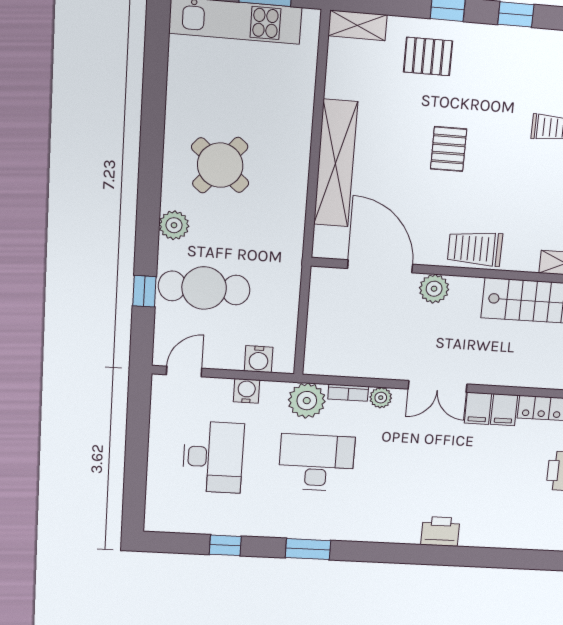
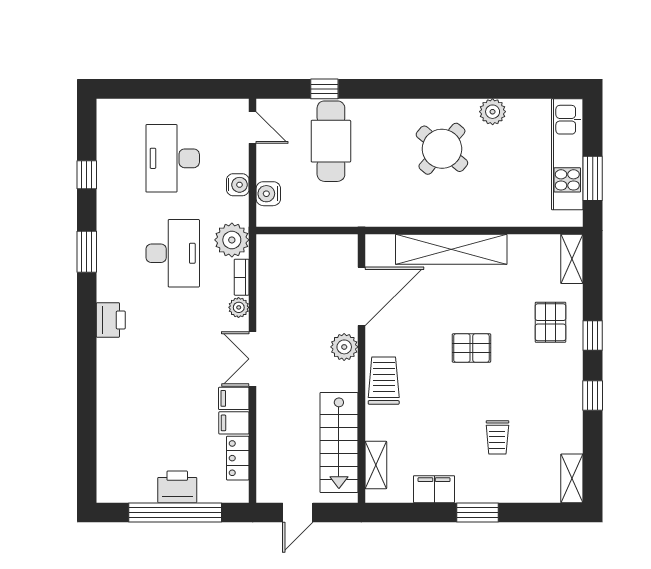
plant: (174, 225) -> (493, 112), moved
desk: (213, 457) -> (173, 158), turned 90
printer: (440, 531) -> (111, 320), moved

